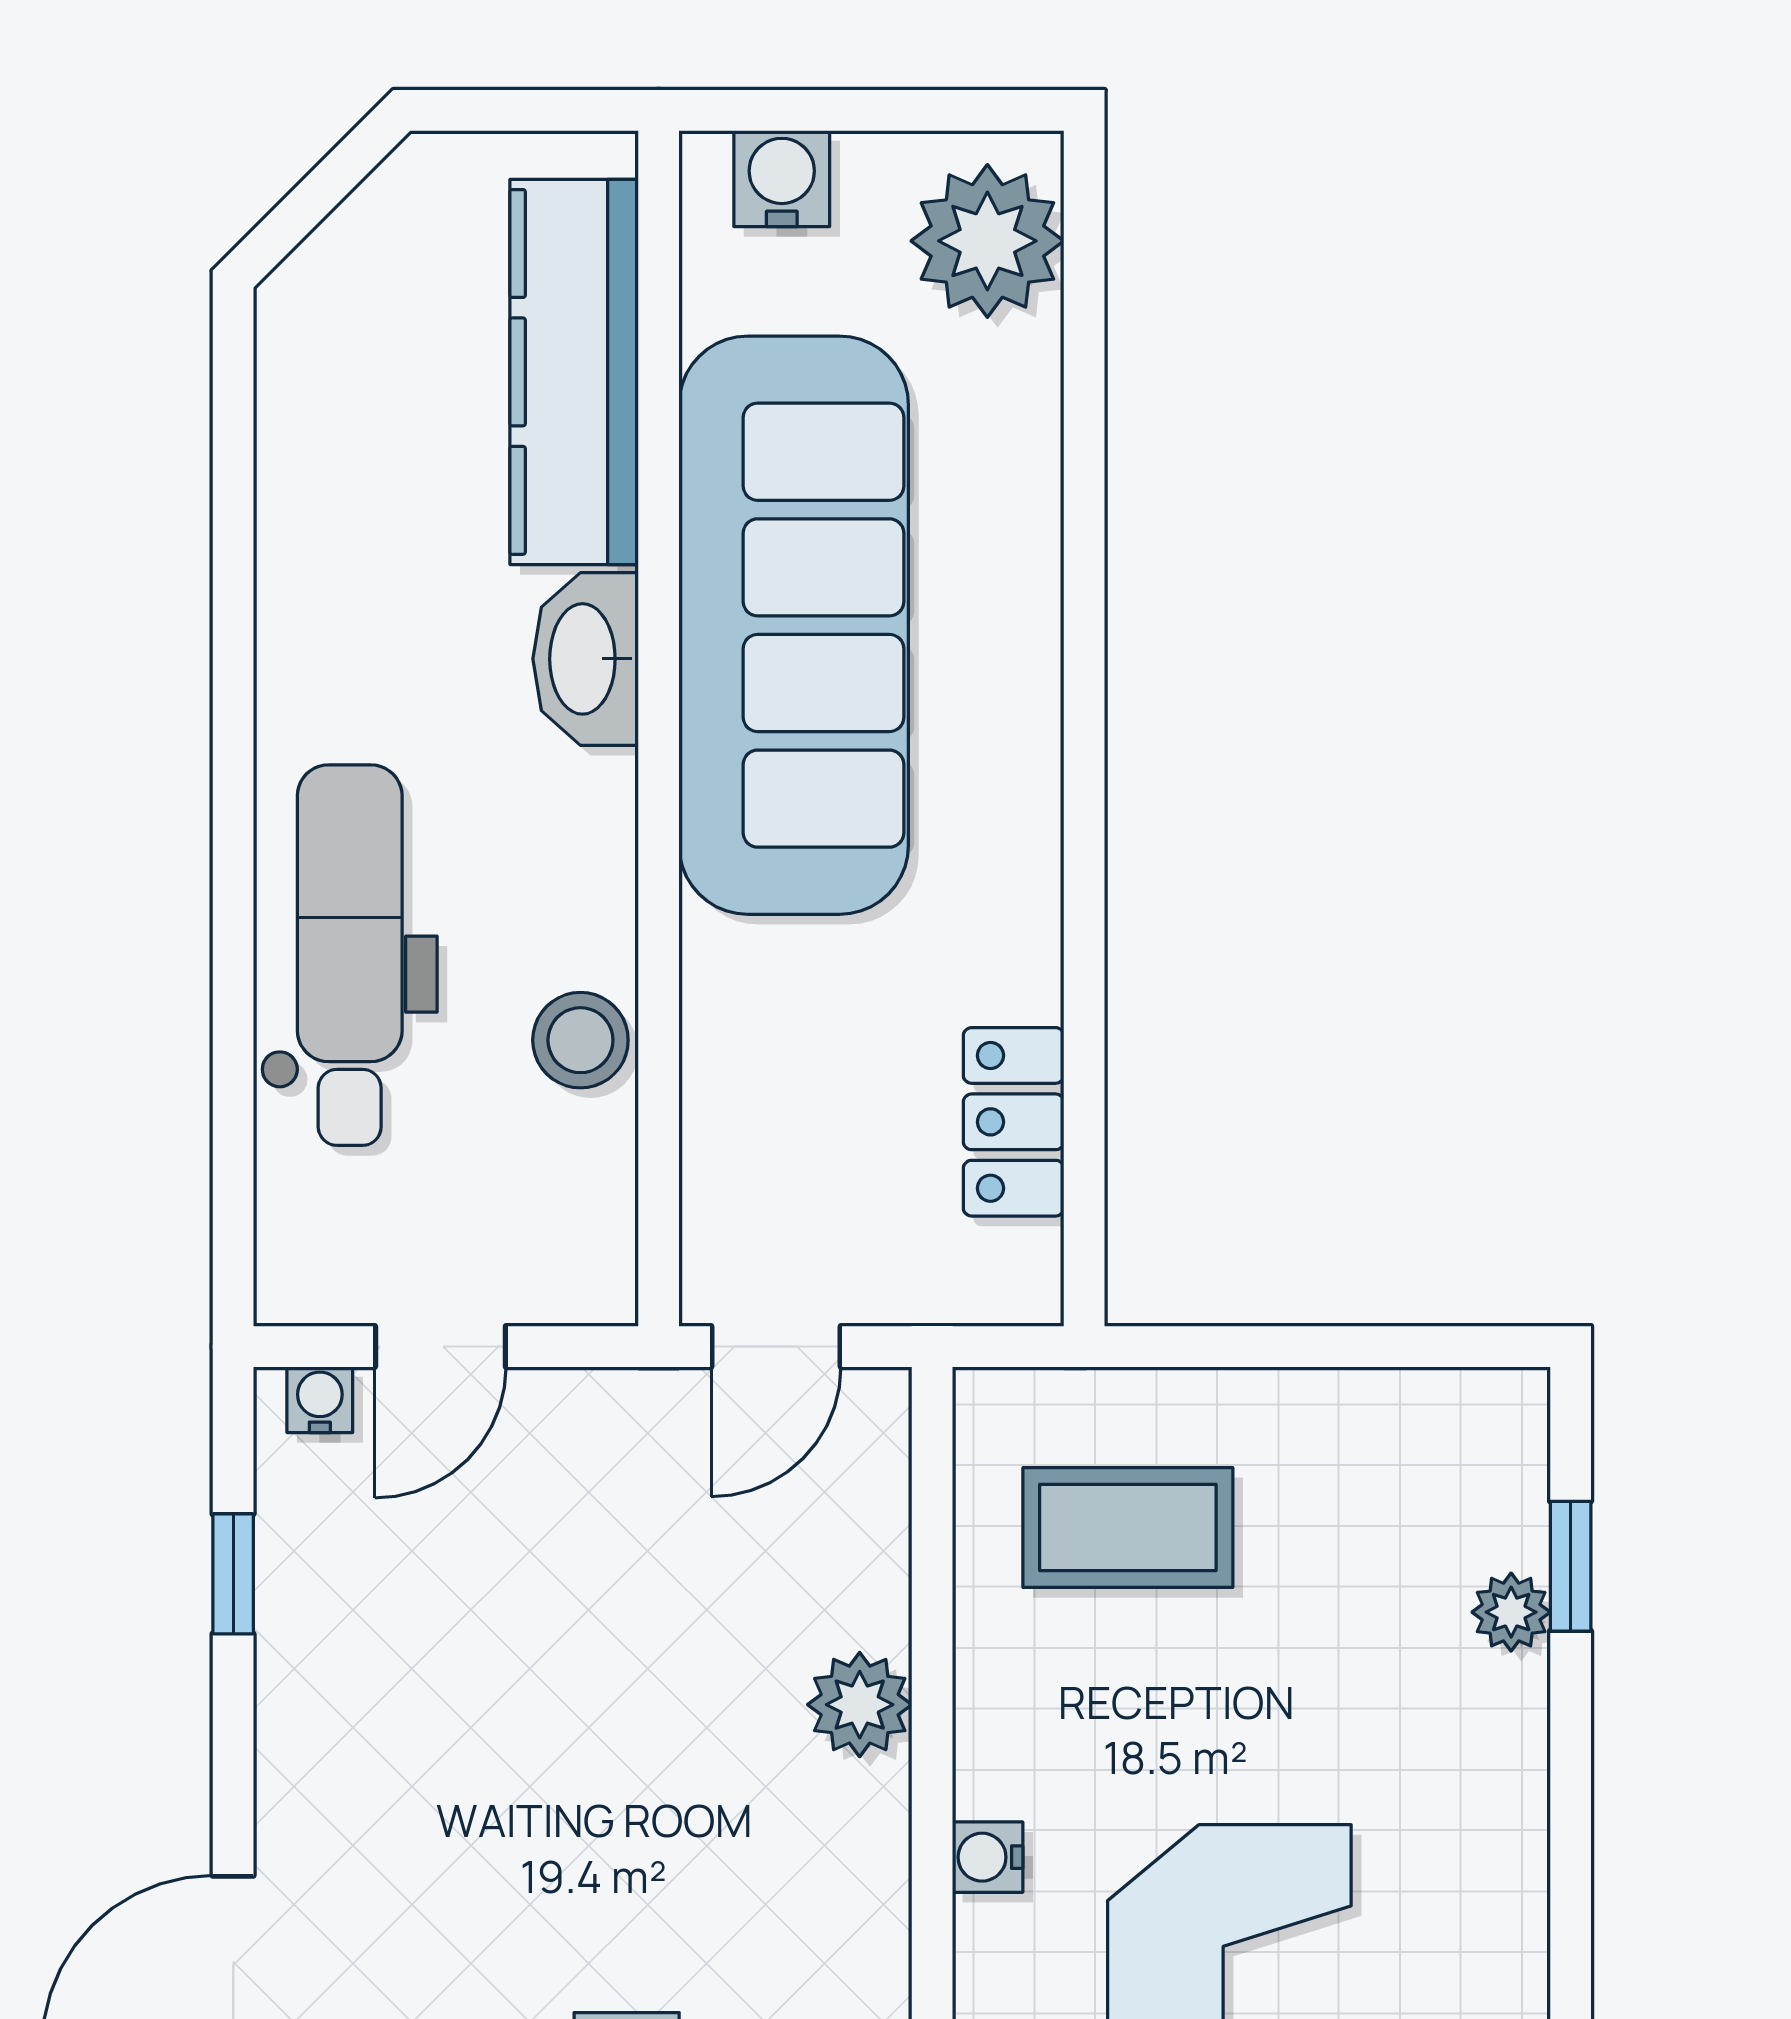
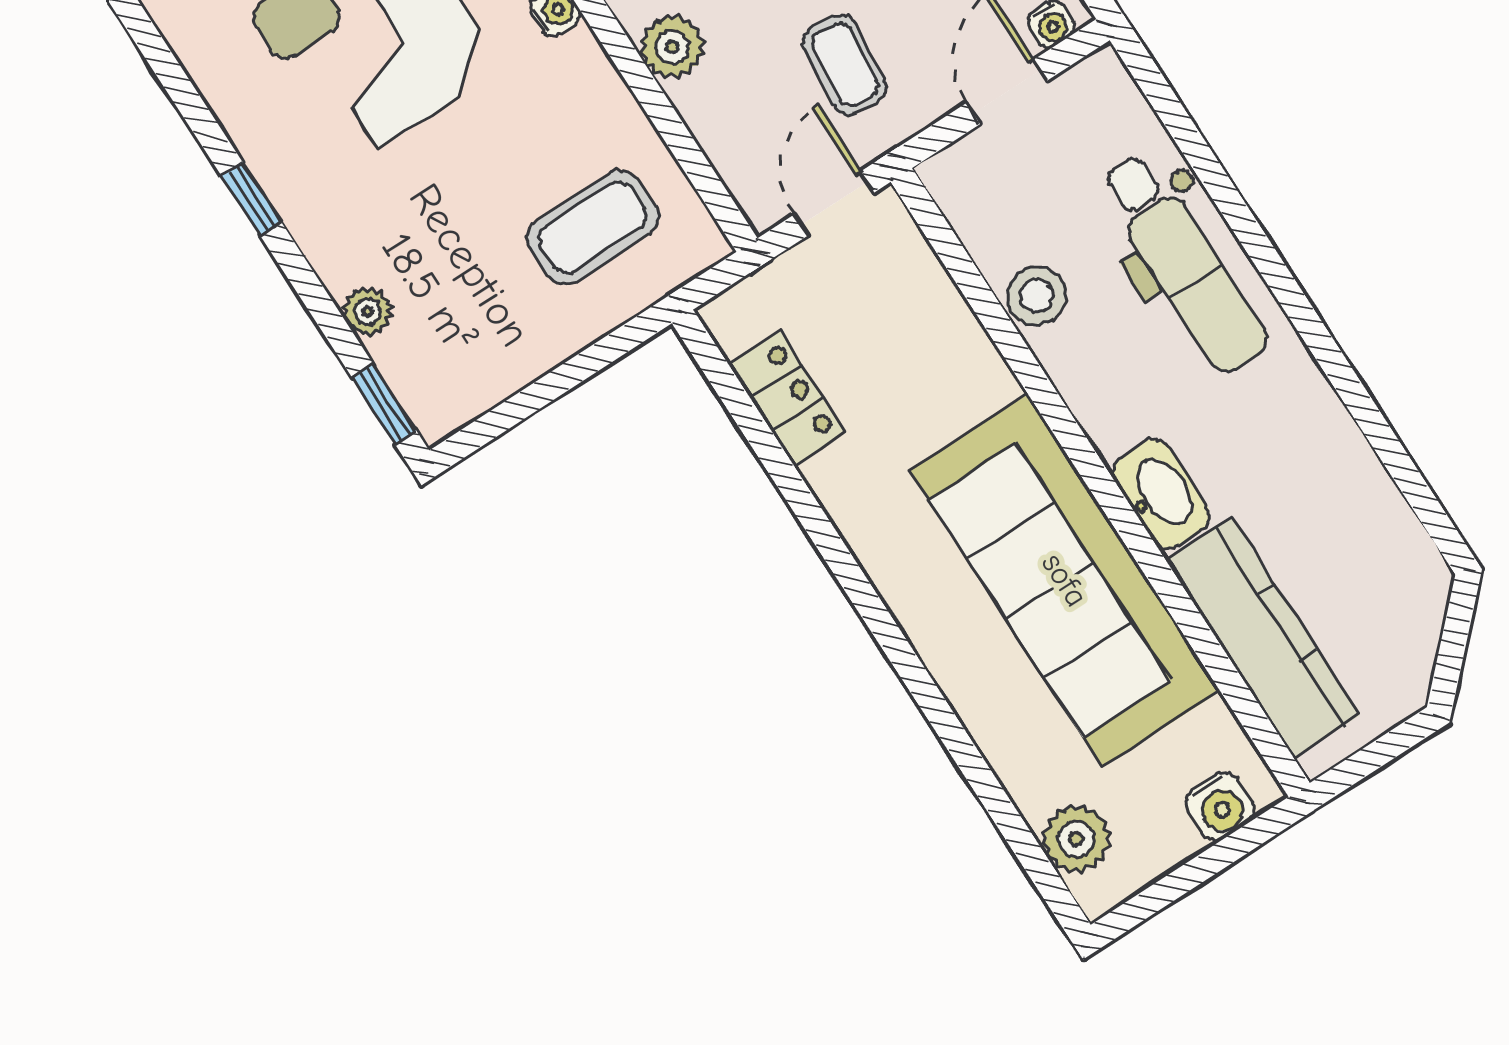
plant: (987, 241) -> (1076, 839), width x0.73, depth x0.73
coffee table: (638, 1528) -> (845, 64), added
window: (1571, 1566) -> (384, 404), moved
window: (1571, 1869) -> (251, 199), added

